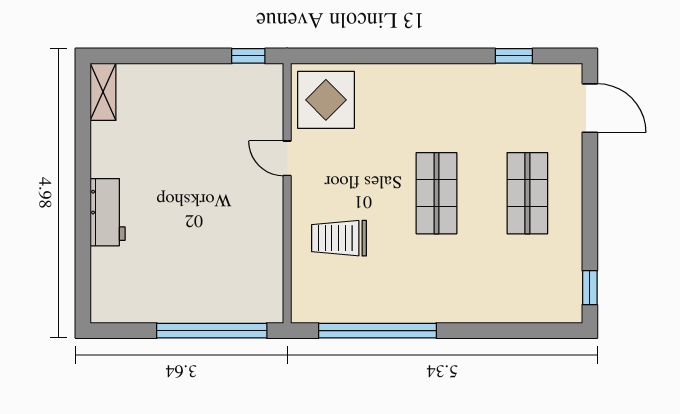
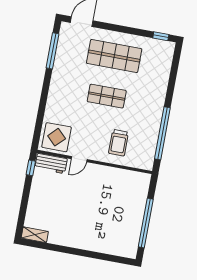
window: (514, 56) -> (52, 51), width x2.17
shop shelf: (527, 193) -> (114, 56), width x1.43, depth x1.36
workbench: (108, 212) -> (51, 163), moved, turned 180
window: (212, 331) -> (146, 223), moved

